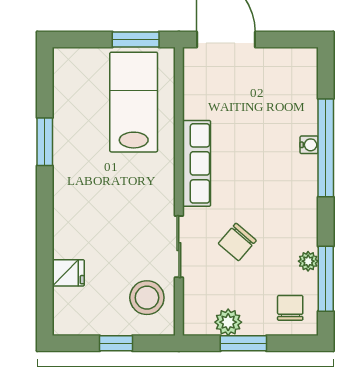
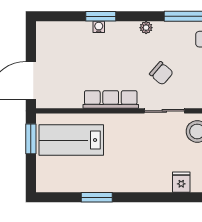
window: (326, 148) -> (101, 16), width x0.47
plant: (308, 261) -> (146, 28), moved

